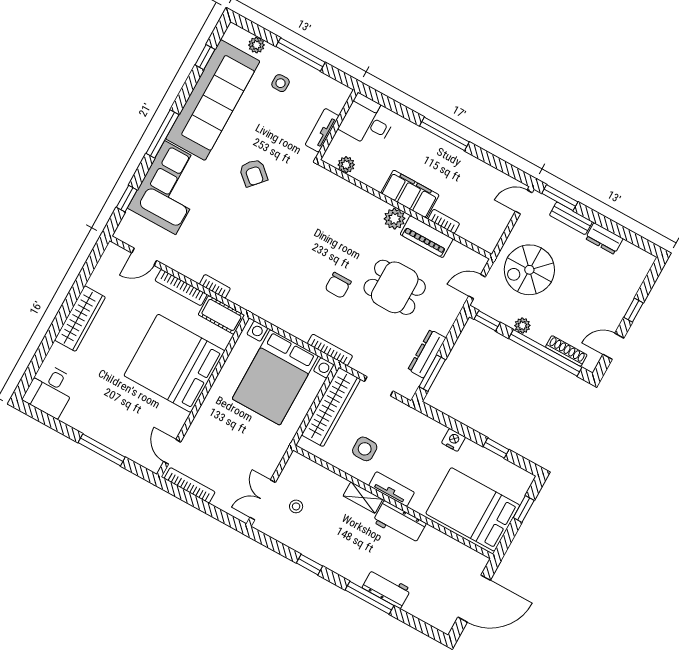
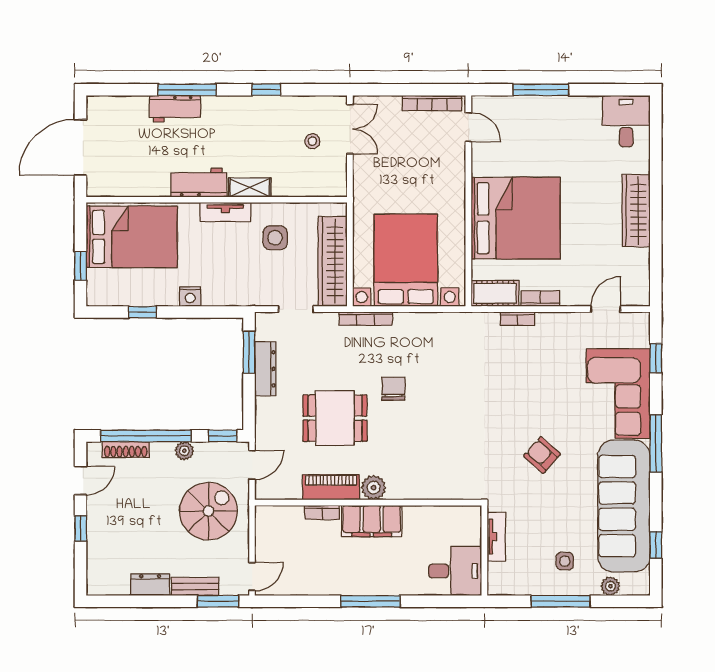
plant: (346, 165) -> (453, 515), removed
bookcase: (181, 287) -> (540, 299), width x0.64

